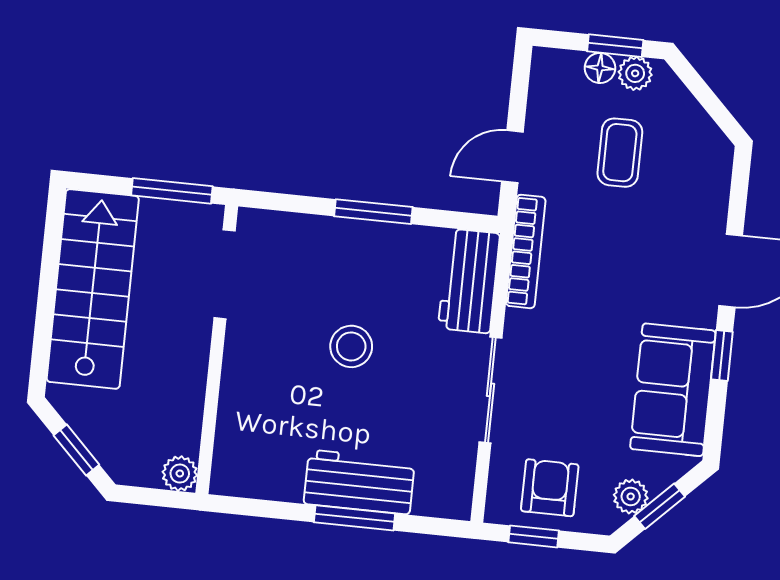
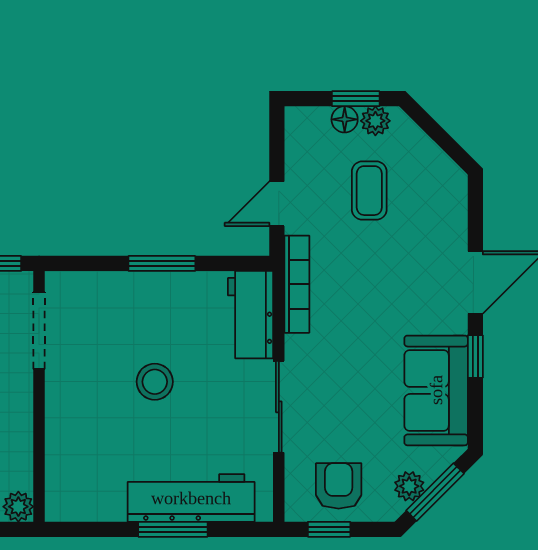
workbench: (359, 482) -> (191, 498), width x1.38
window: (660, 506) -> (435, 492), width x1.50

